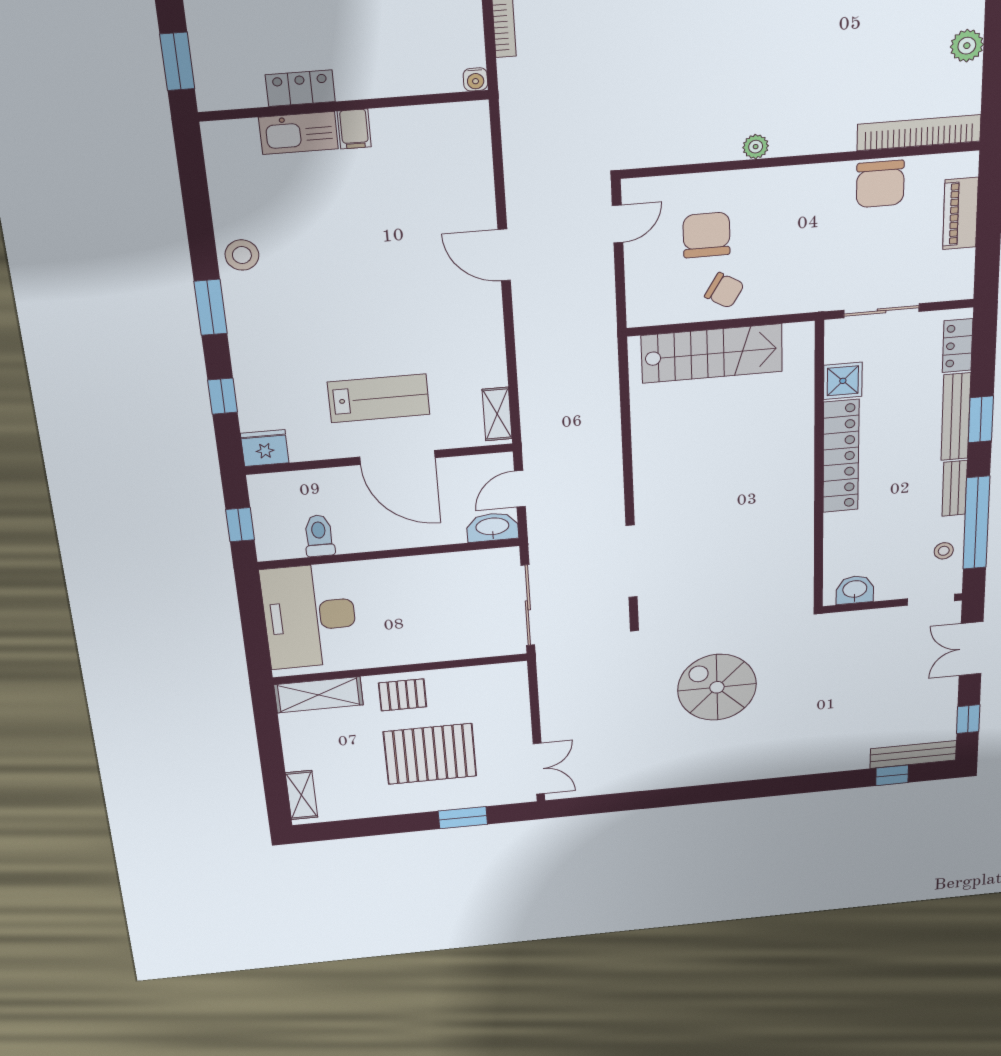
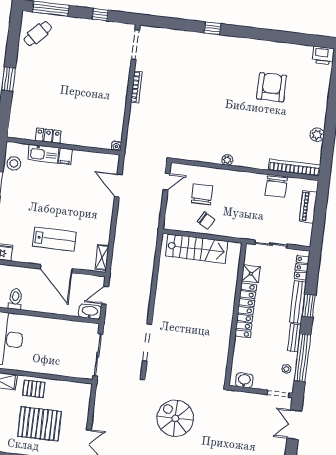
water cooler: (475, 79) -> (116, 146), moved
locker: (300, 88) -> (48, 136), moved
wall: (344, 106) -> (63, 146), moved
filing cabinet: (354, 129) -> (65, 156), moved
kitchen sink: (299, 133) -> (43, 154), moved

